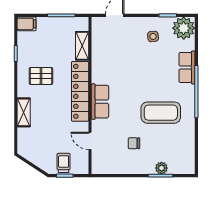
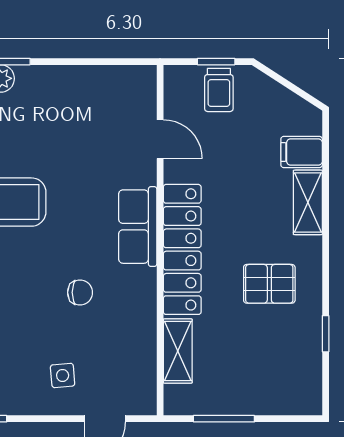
filing cabinet: (26, 24) -> (302, 152), moved
side table: (153, 36) -> (63, 375), moved
chair: (134, 143) -> (80, 292), moved

